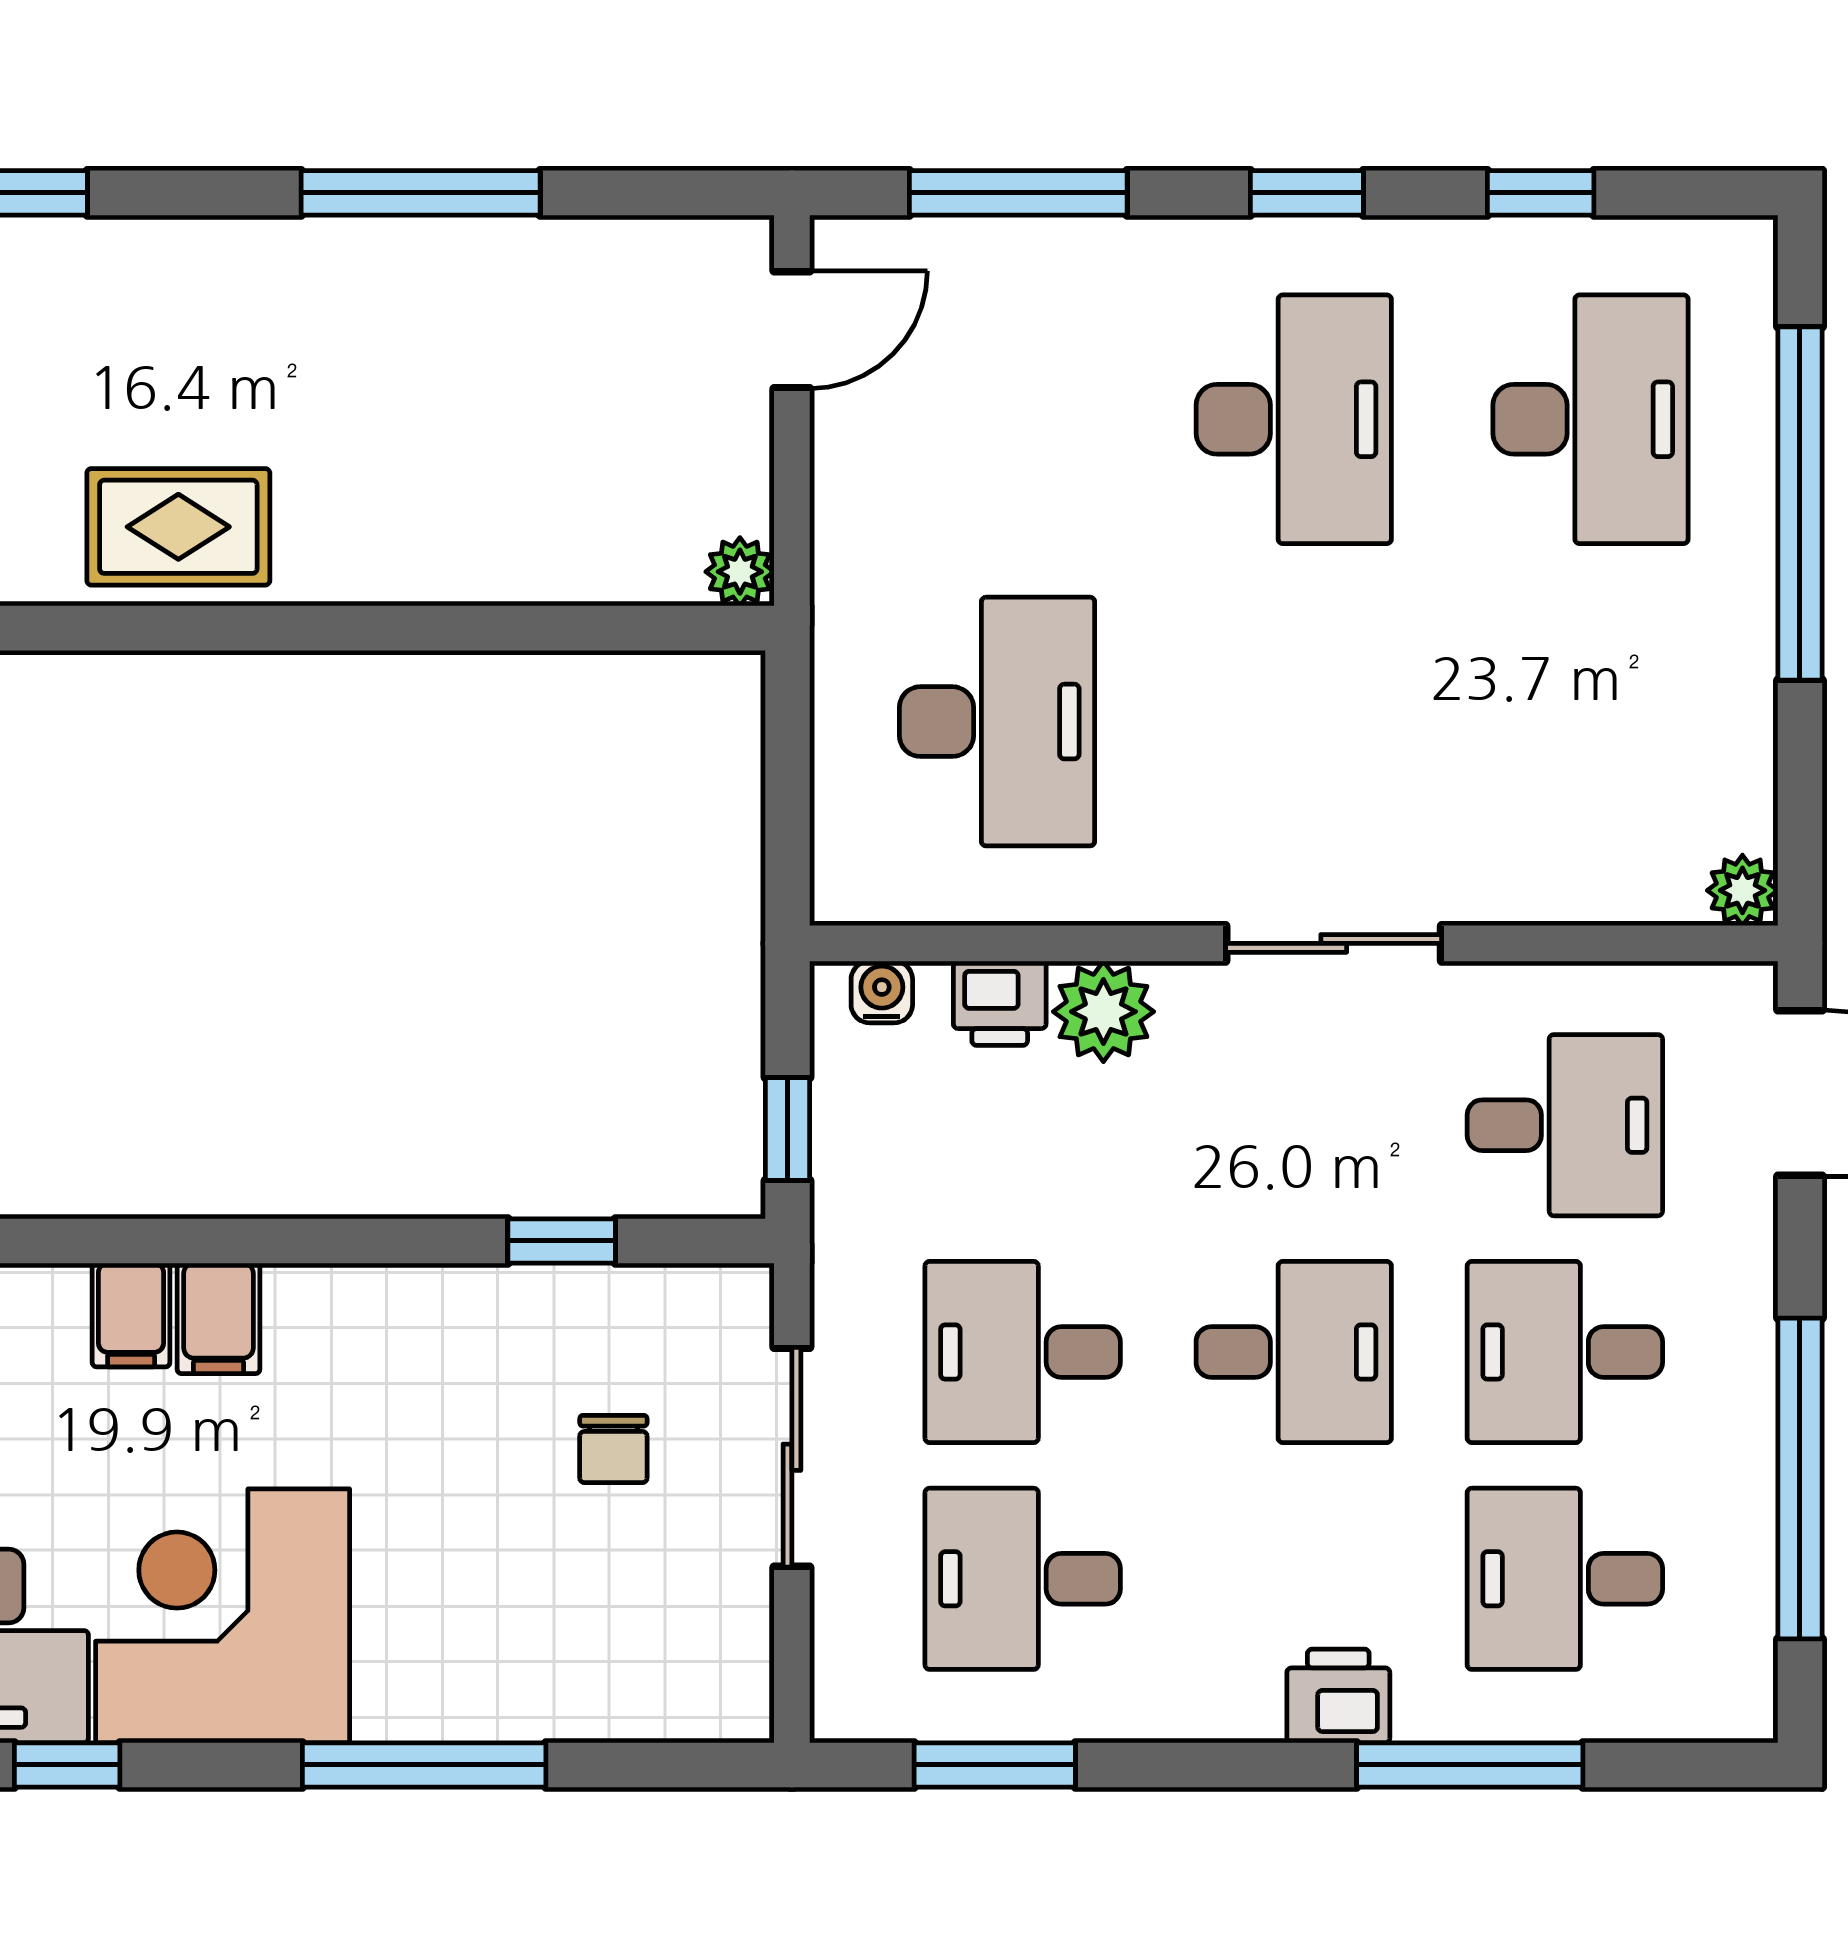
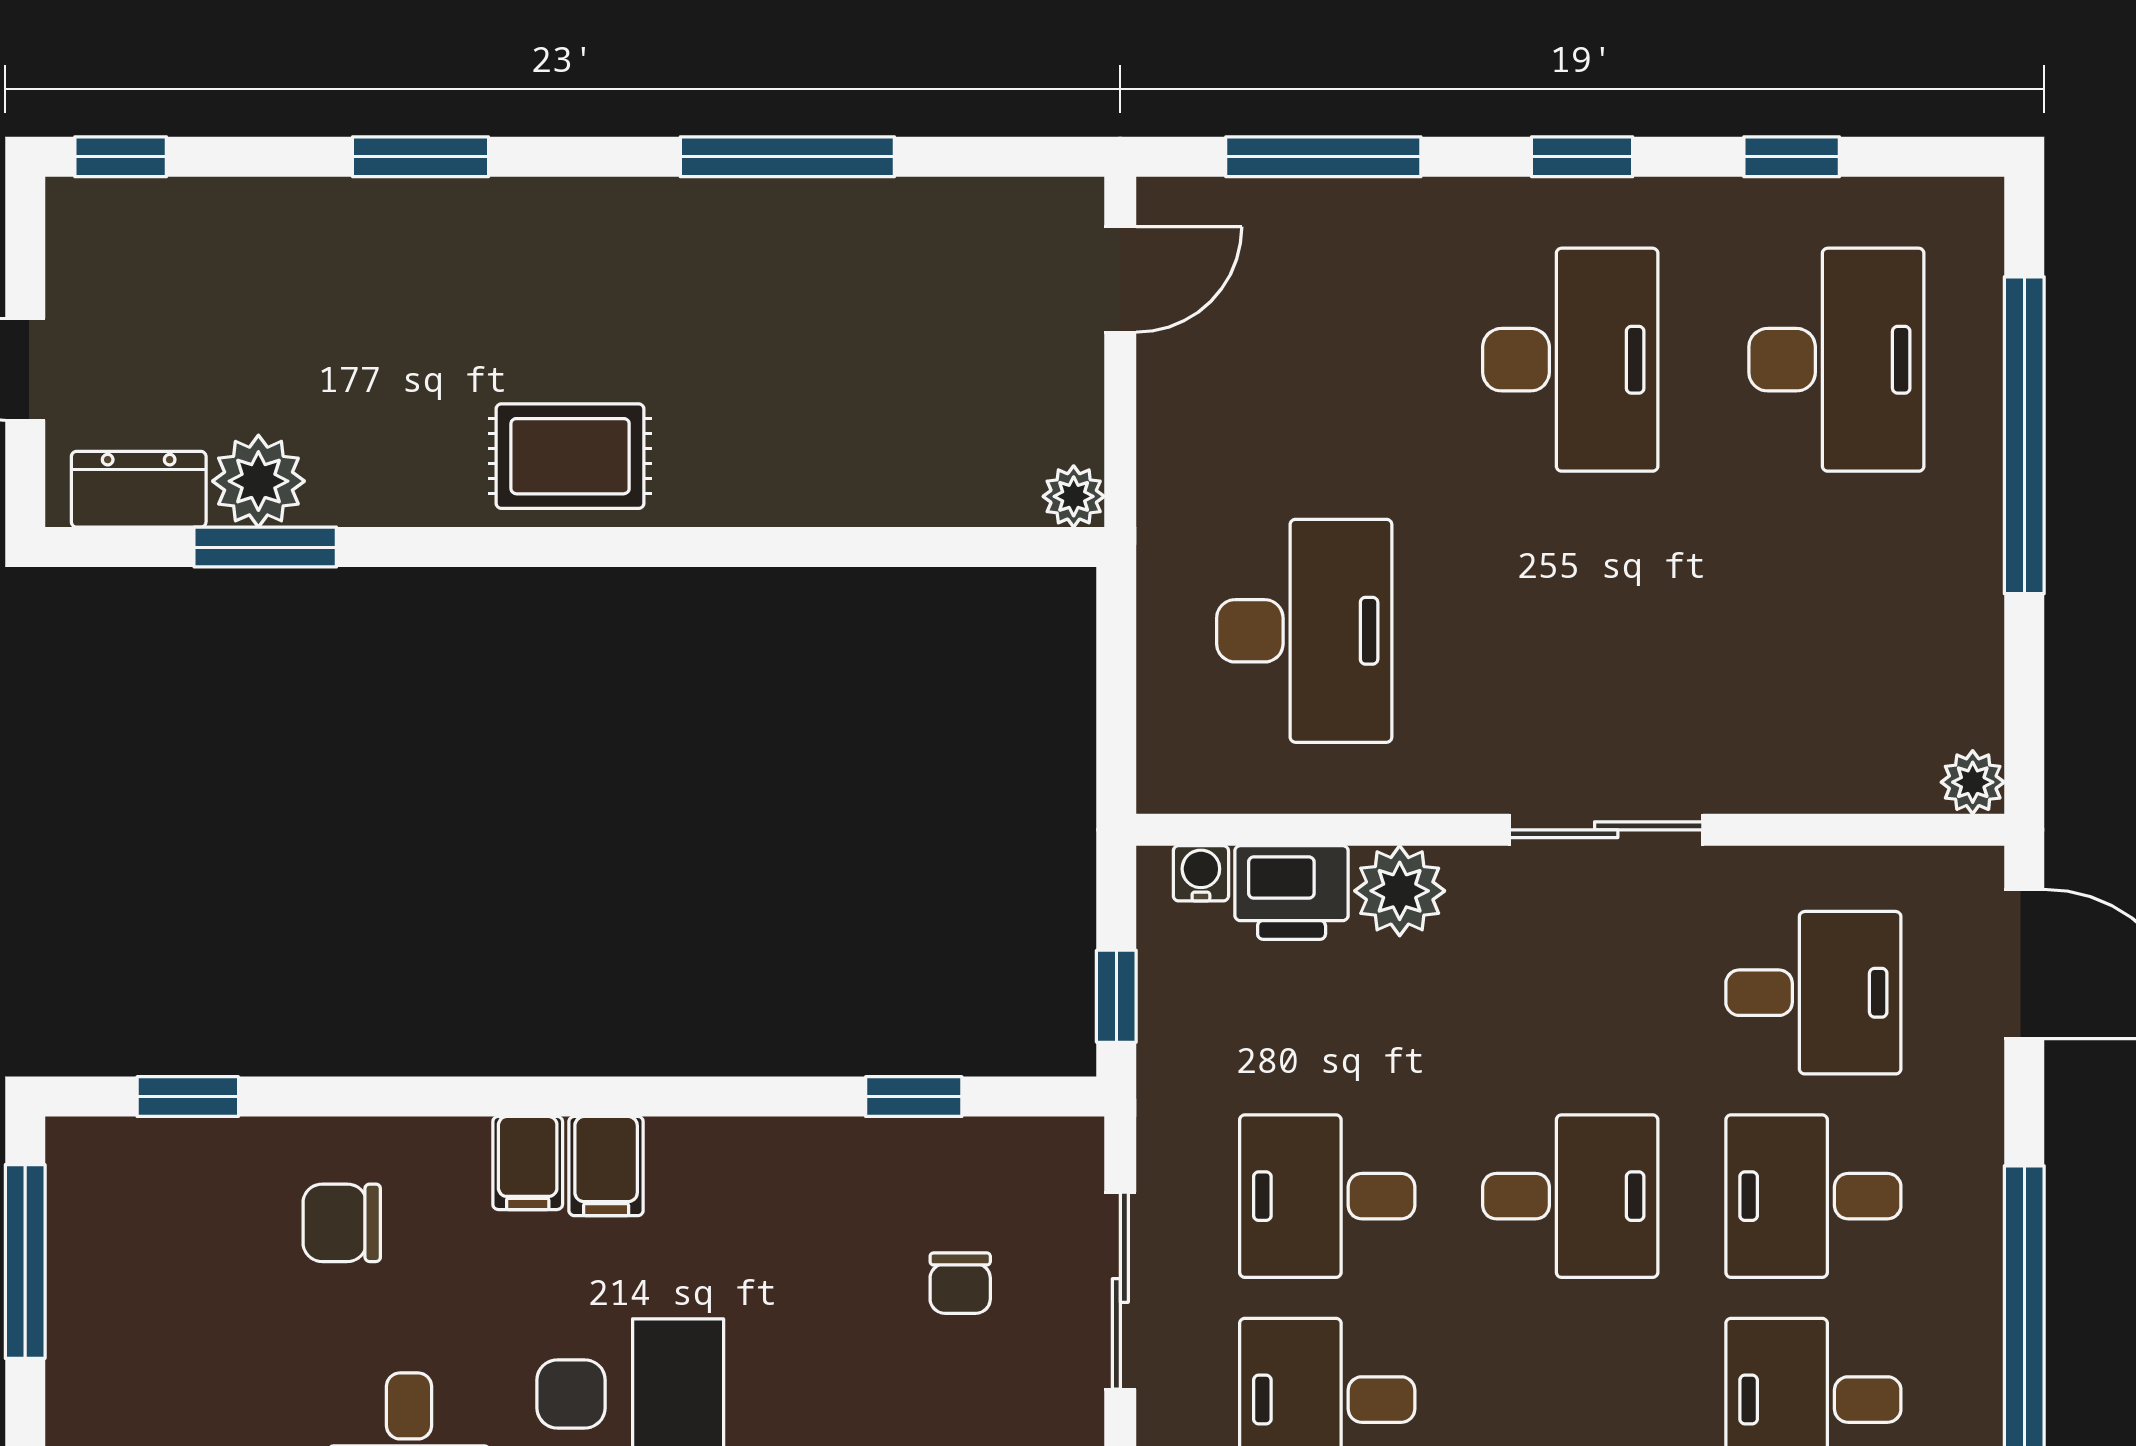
printer: (1000, 1003) -> (1292, 892), width x1.36, depth x1.24

